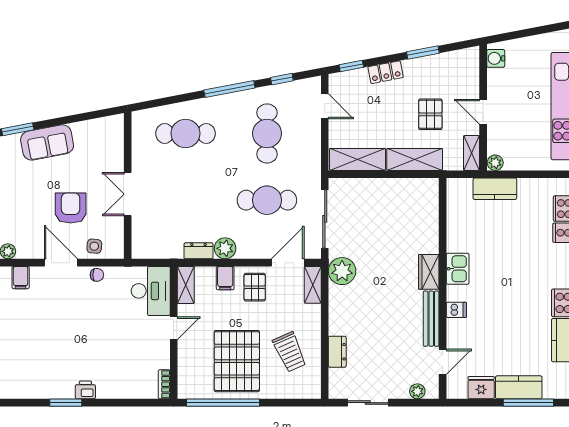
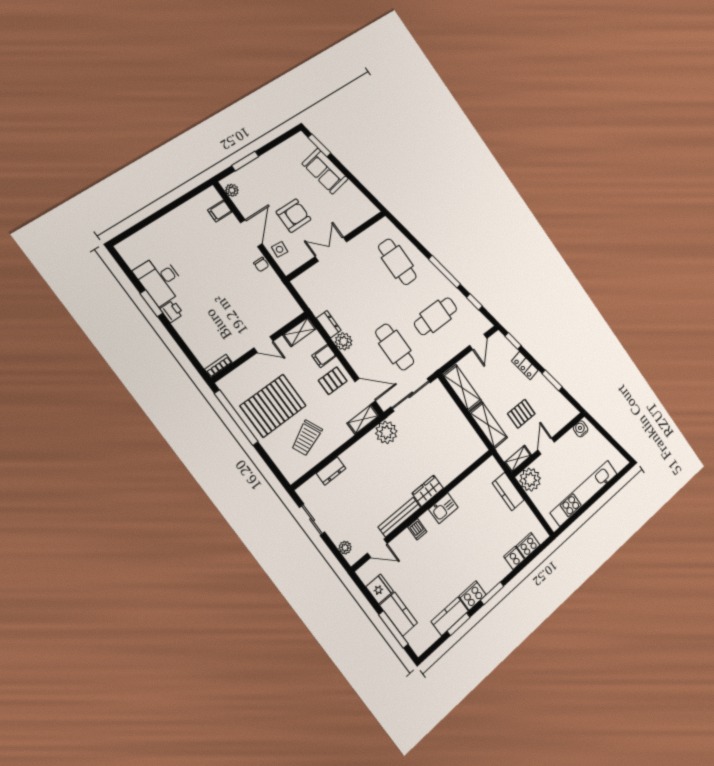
plant: (495, 163) -> (530, 480), width x1.88, depth x1.88
desk: (151, 291) -> (160, 280), moved, turned 90

